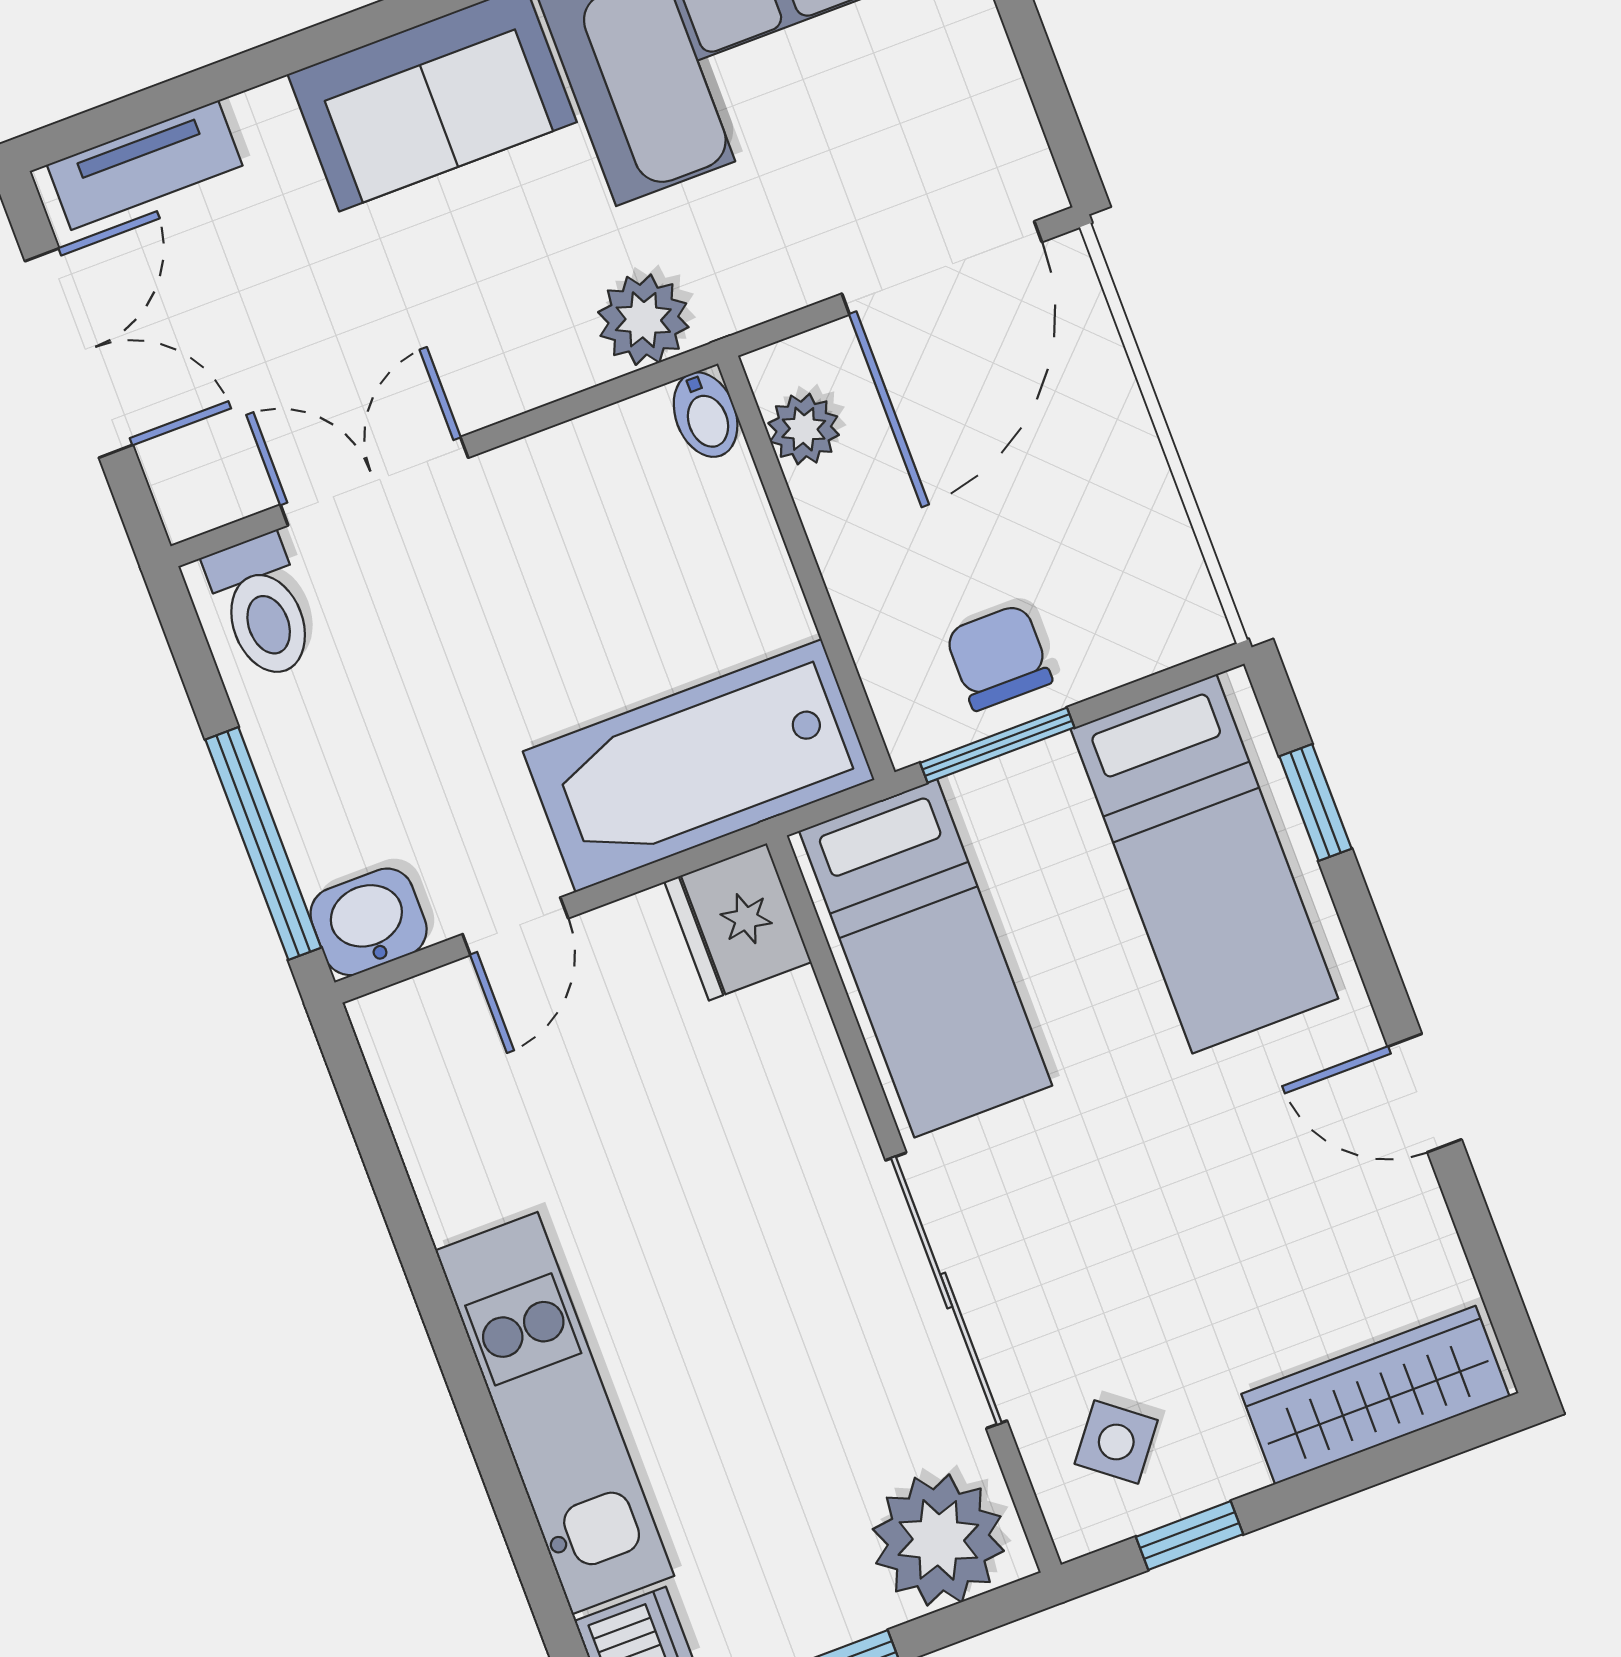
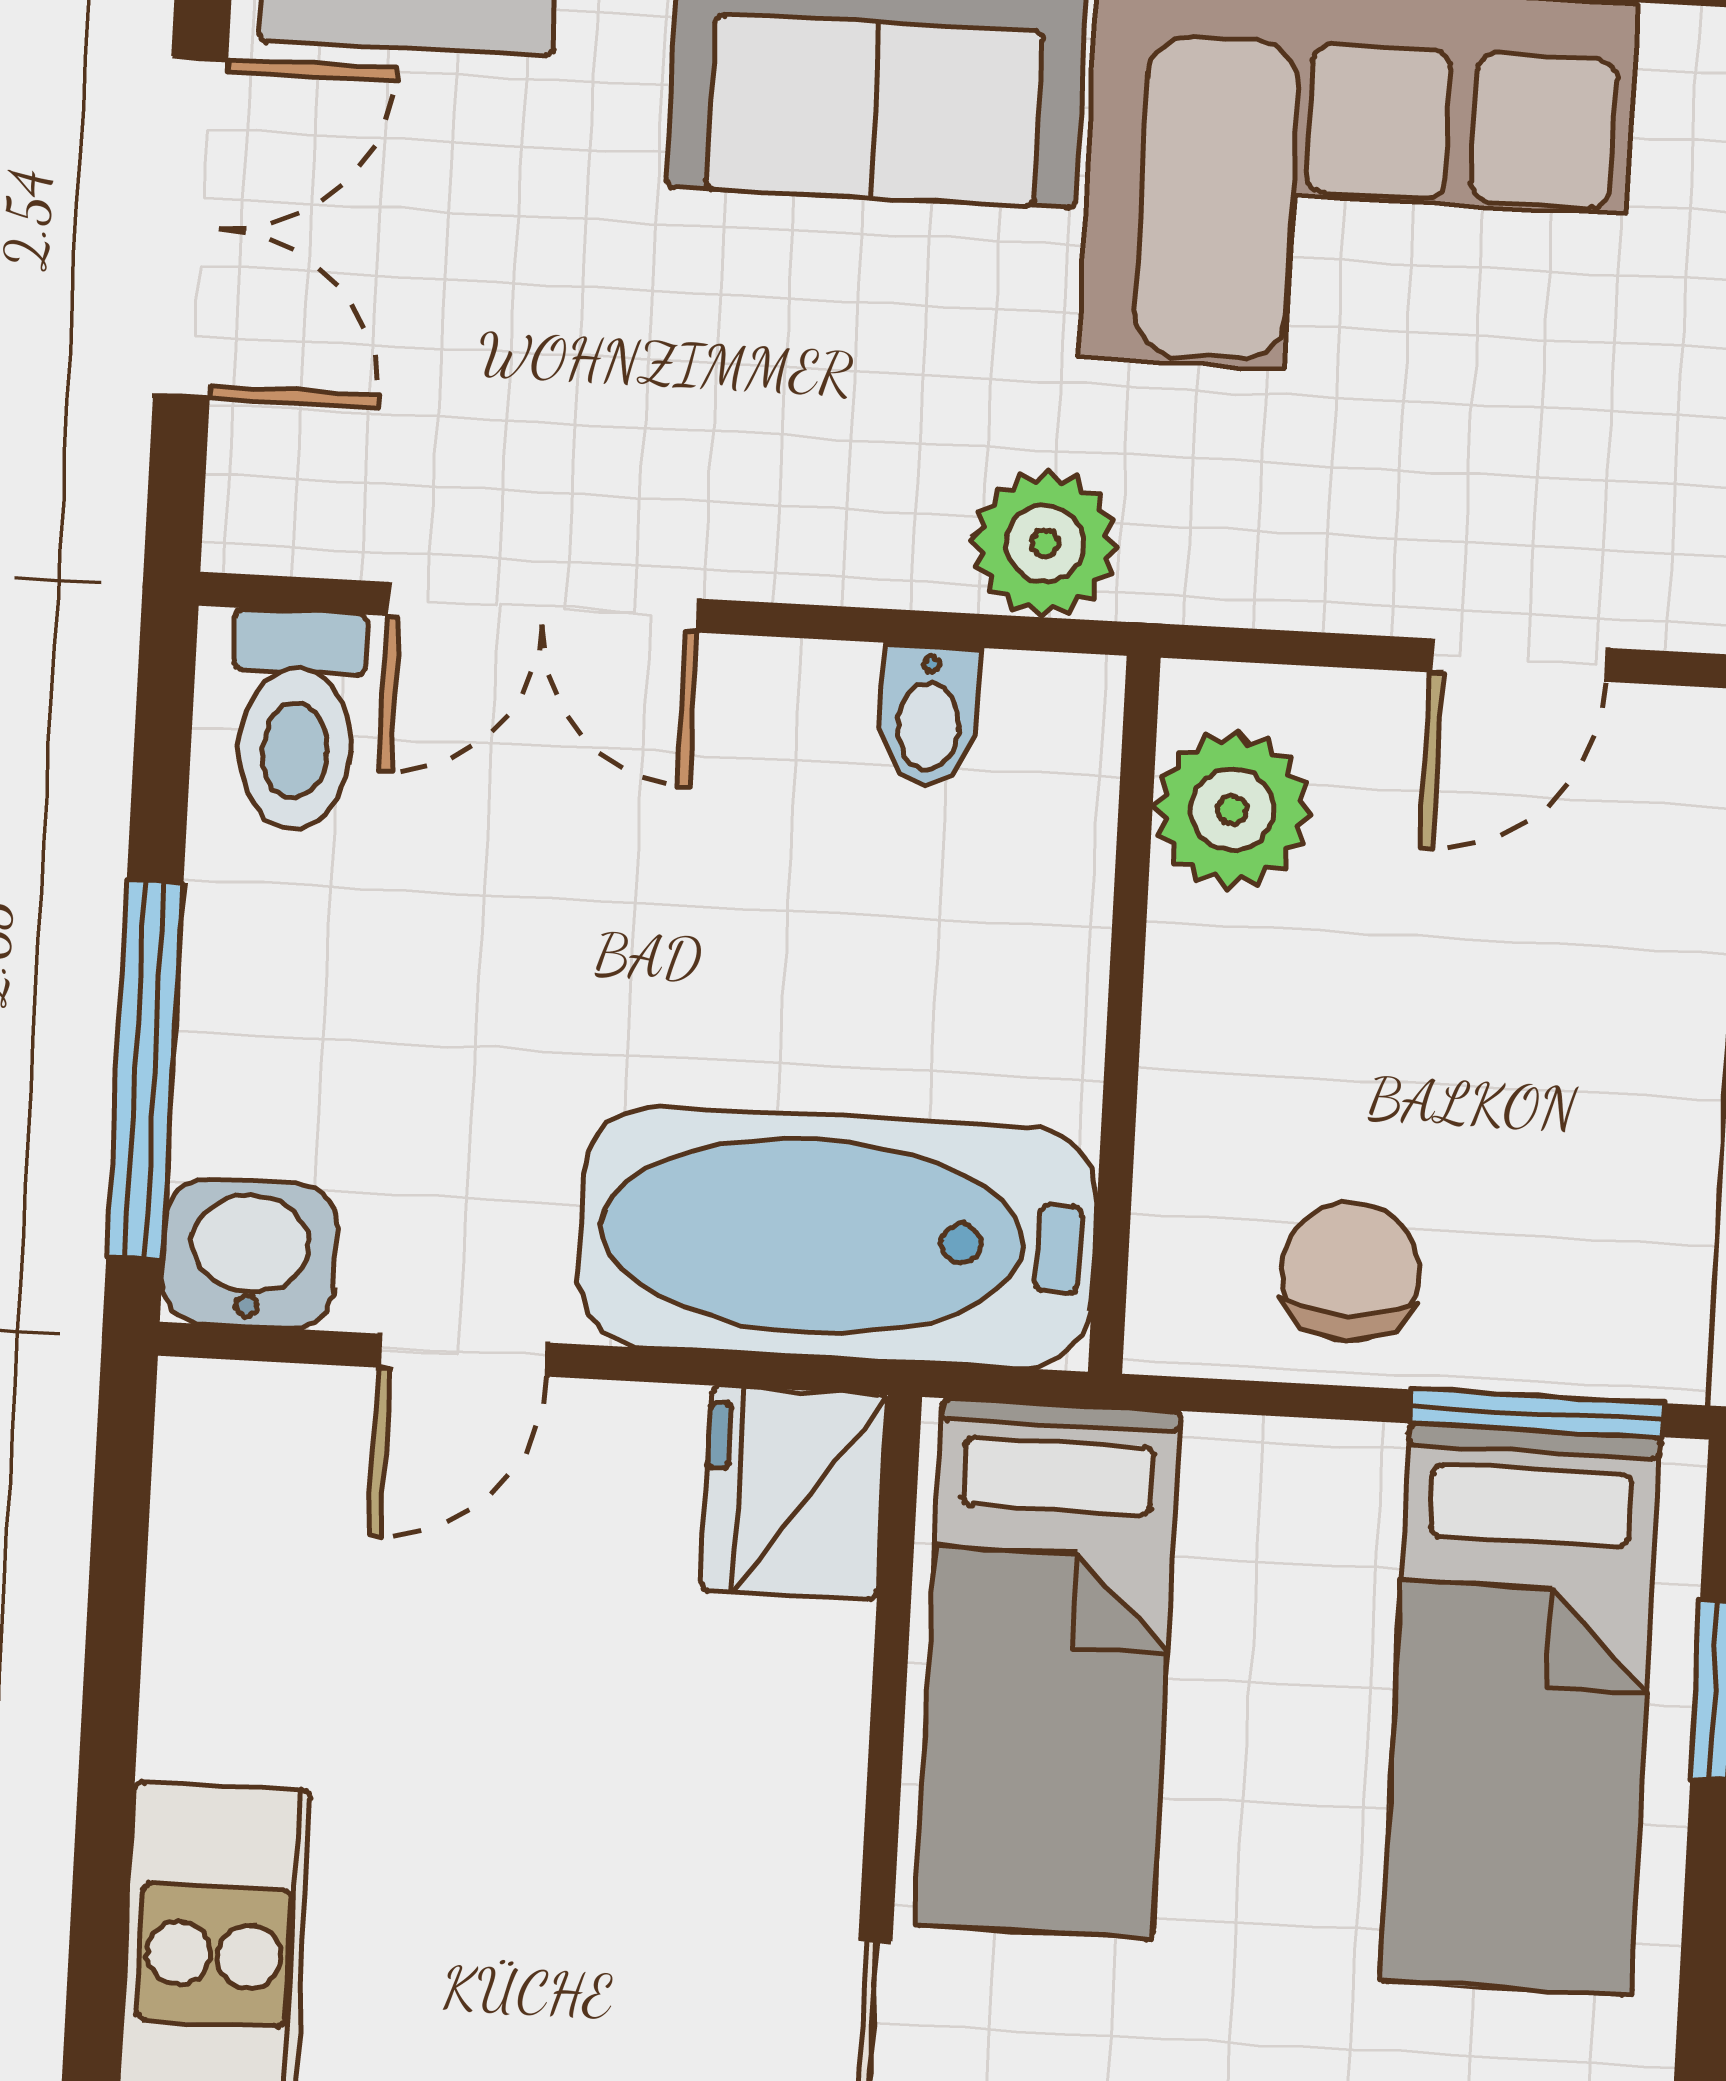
door: (942, 268) -> (1519, 660), width x0.53
bidet: (706, 415) -> (929, 716), moved
plant: (804, 429) -> (1232, 810), width x1.38, depth x1.38
double door: (374, 481) -> (543, 607), swing flipped
window: (997, 745) -> (1536, 1413), moved

